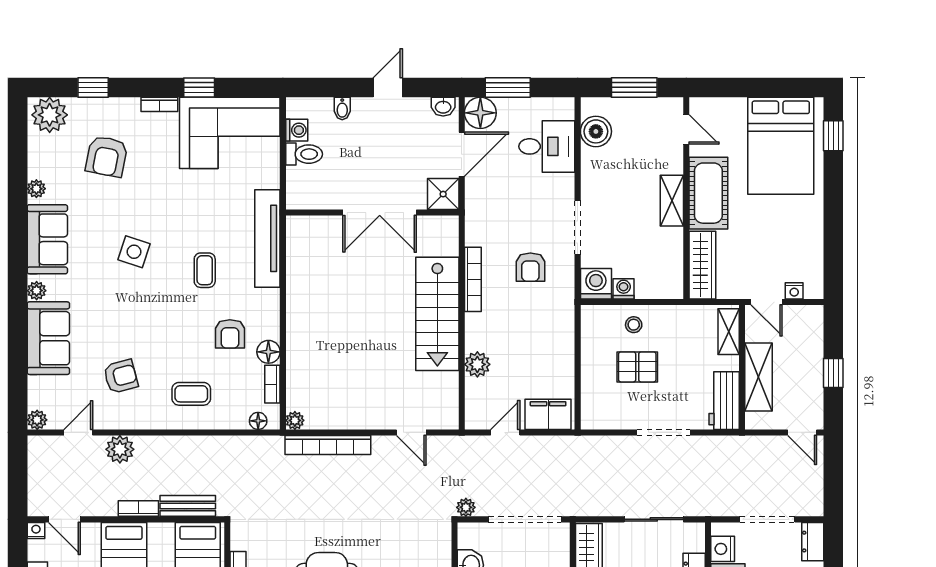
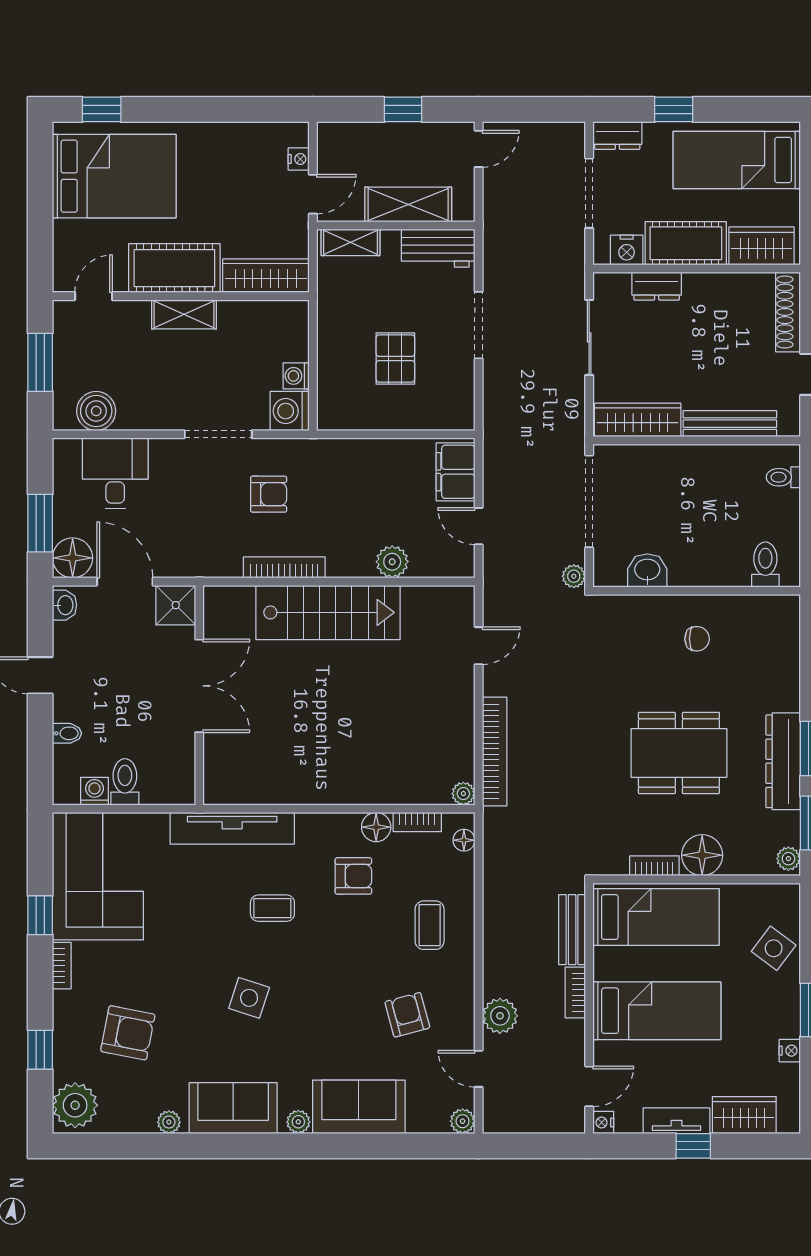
stool: (634, 325) -> (342, 363), removed

